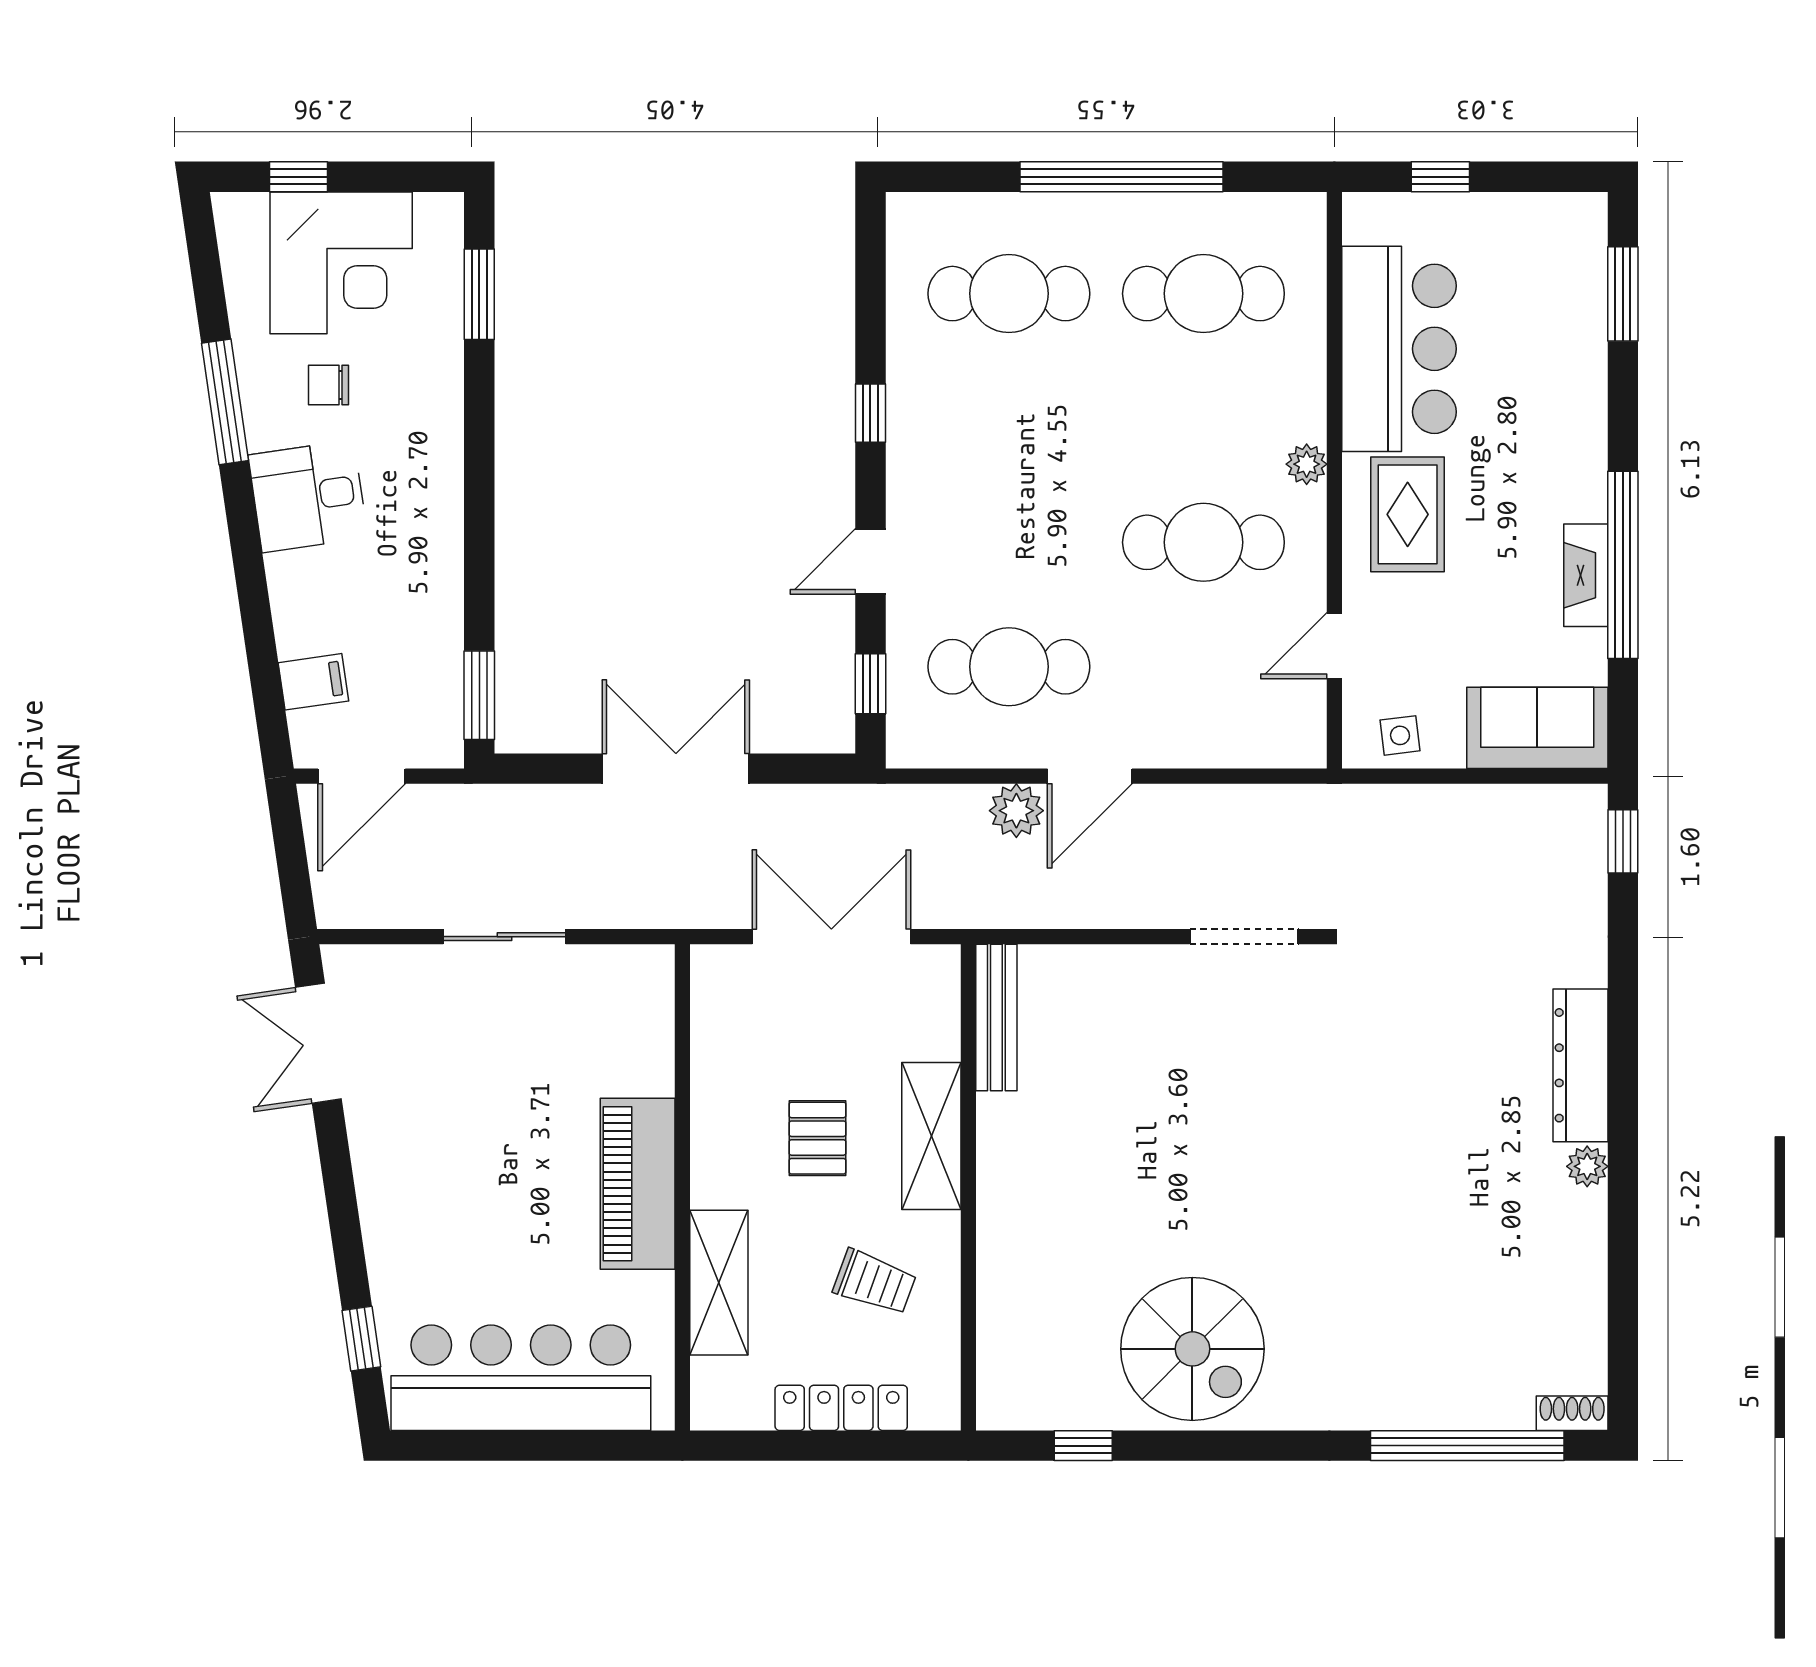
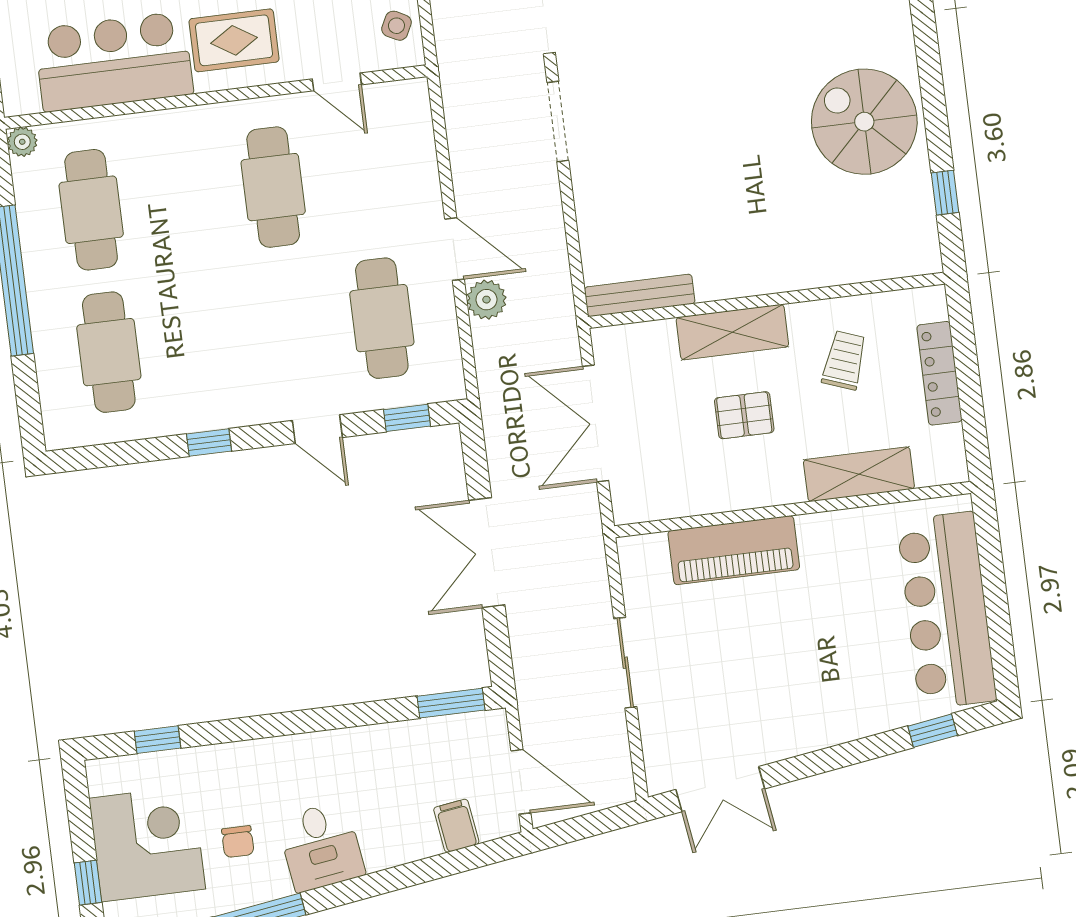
window: (479, 294) -> (158, 740), width x0.67
plant: (1307, 464) -> (22, 142), moved
side table: (1400, 735) -> (396, 26), turned 34
piano: (638, 1184) -> (734, 550), moved
spiral stairs: (1192, 1349) -> (864, 122), turned -90

